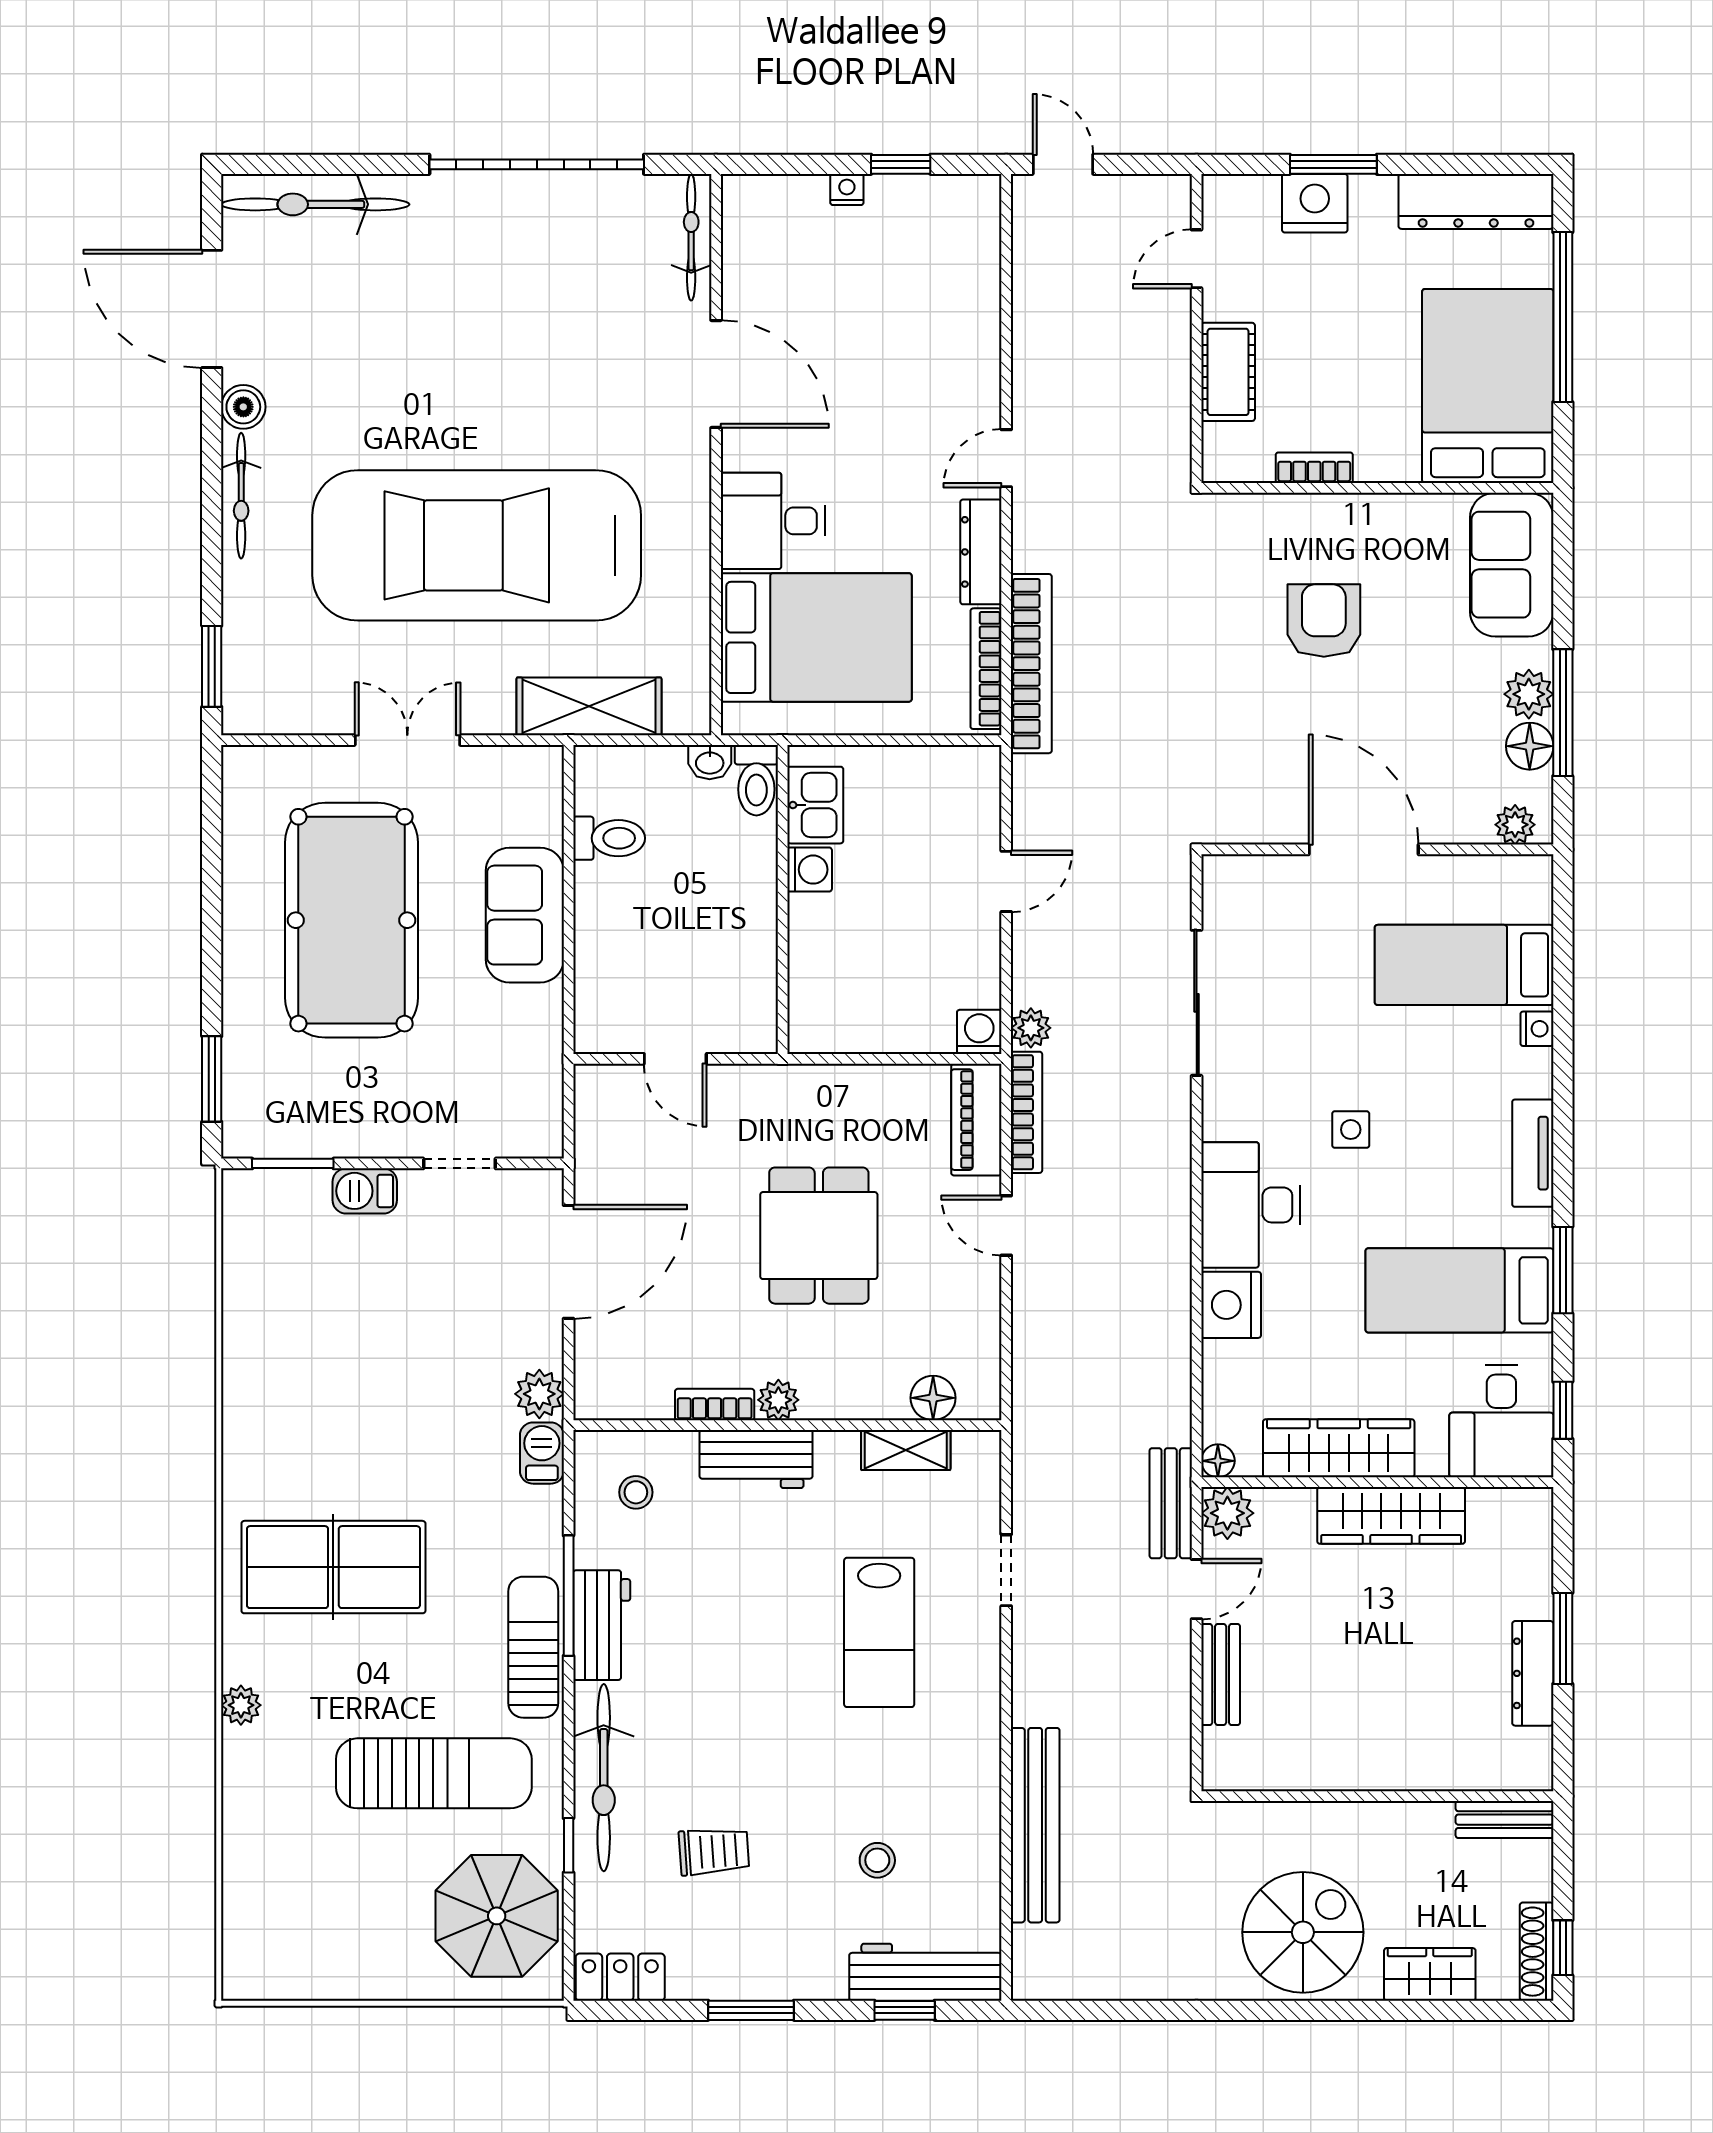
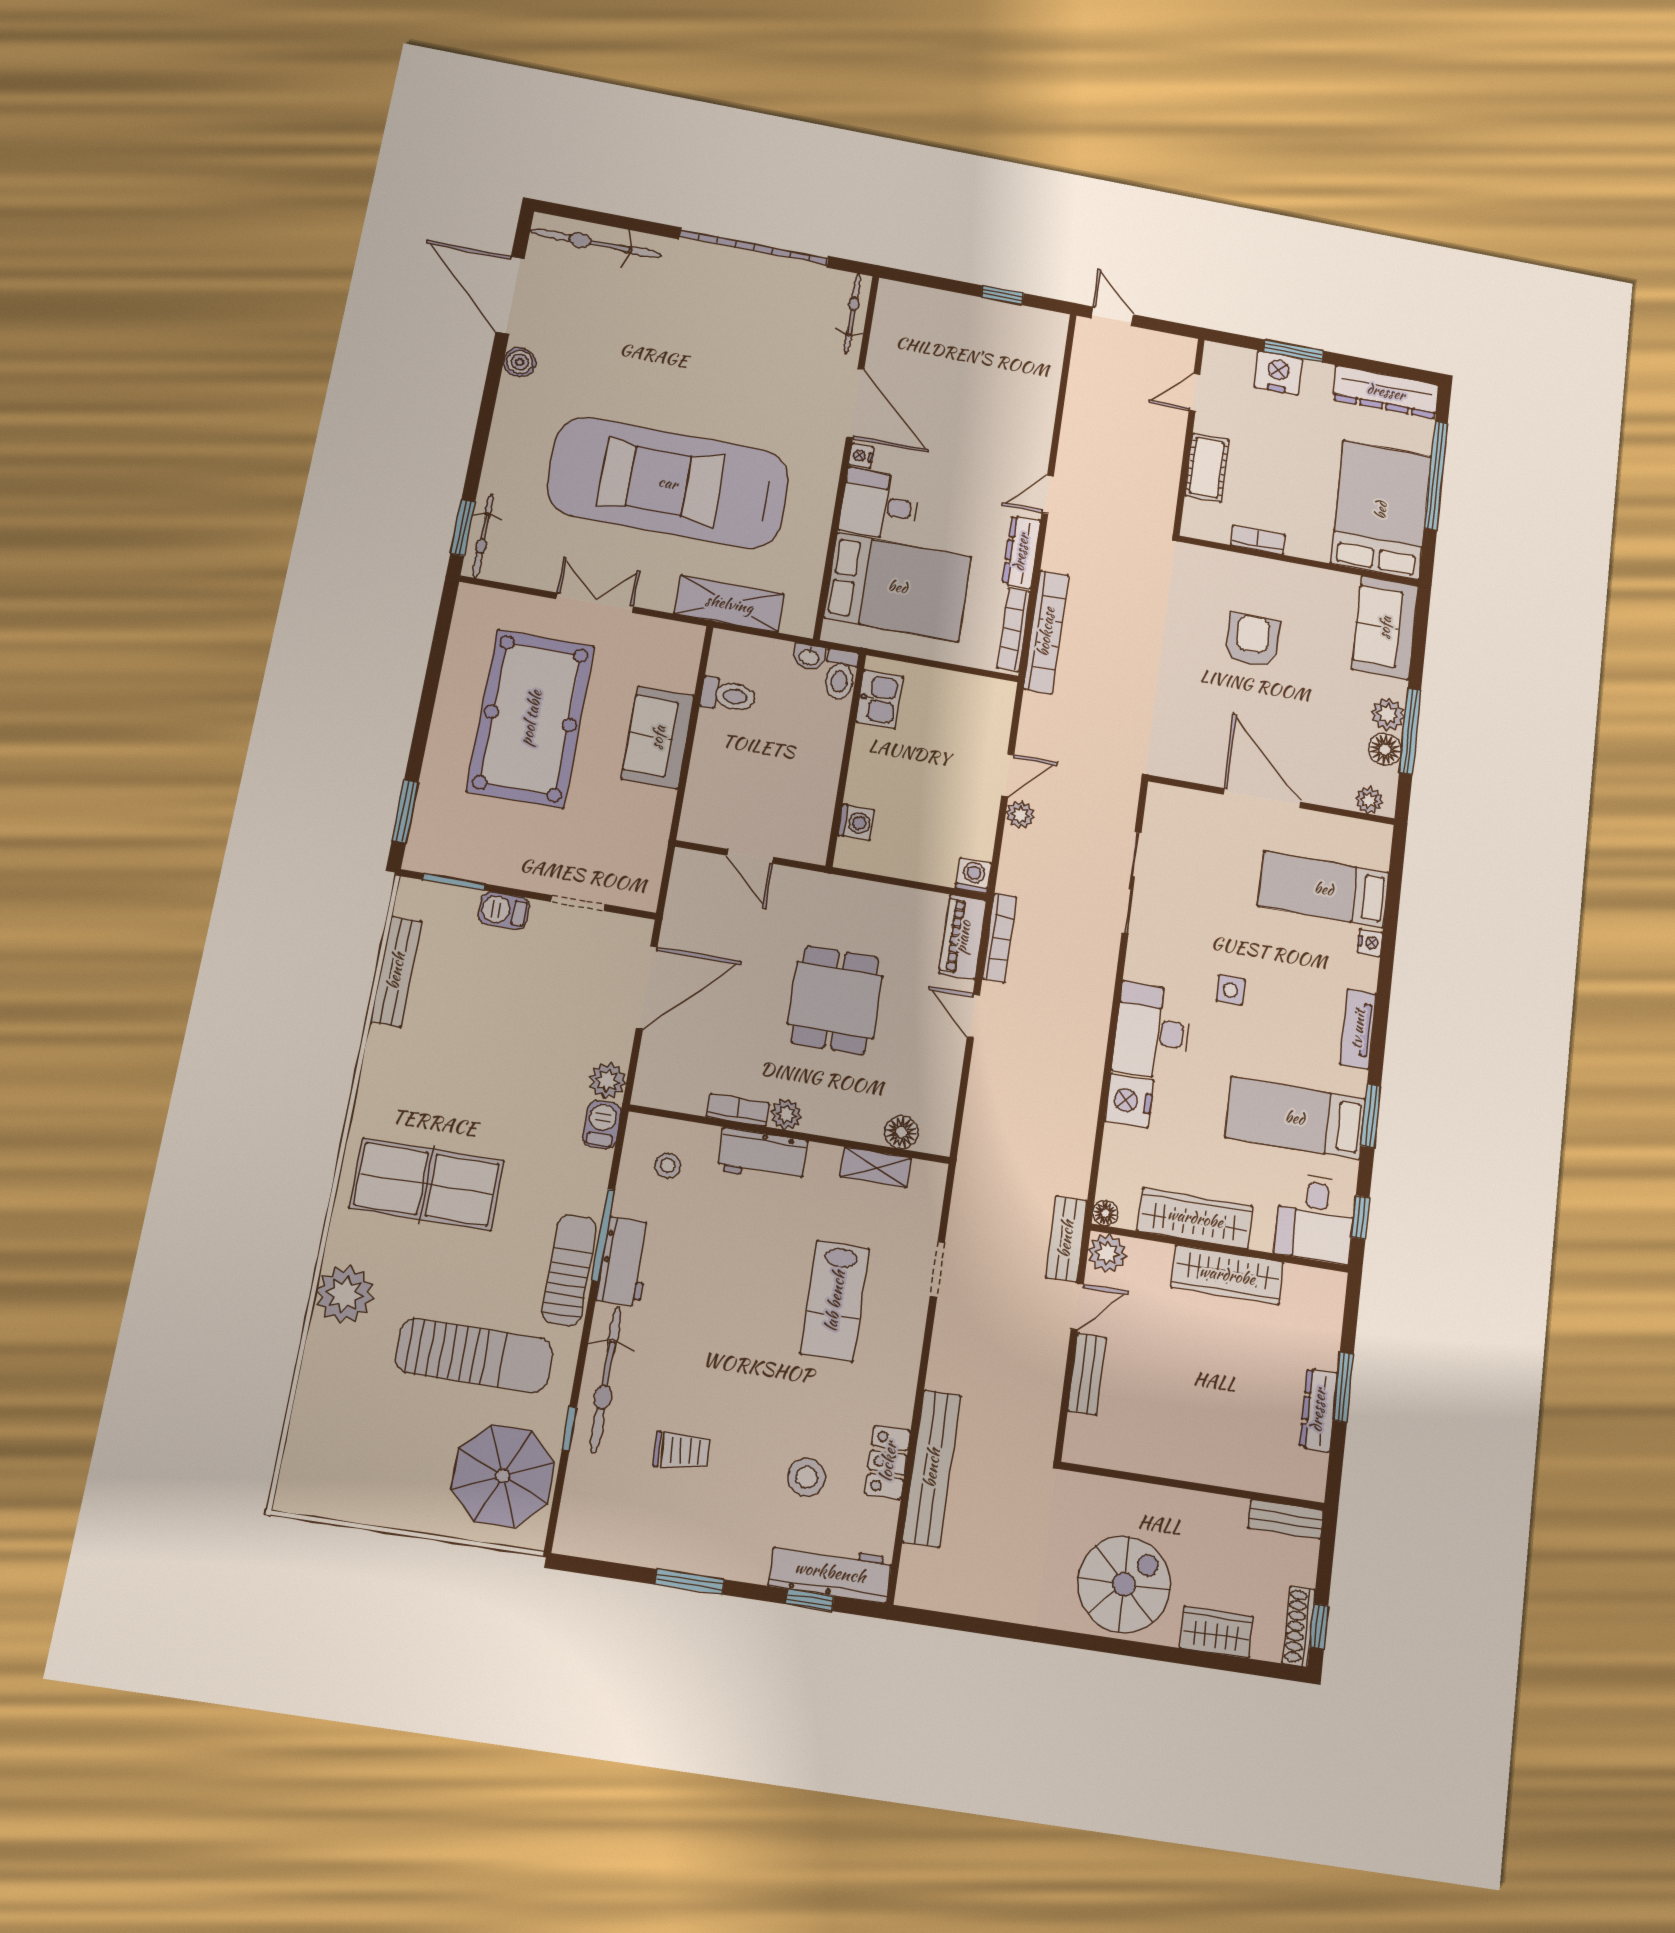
nightstand: (847, 190) -> (861, 456), moved, turned -90
bicycle: (241, 496) -> (483, 536), moved
washing machine: (810, 870) -> (856, 822), moved
plant: (1031, 1028) -> (1020, 815), moved
bench: (242, 1297) -> (396, 971), added
plant: (241, 1705) -> (345, 1294), width x1.88, depth x1.88
stool: (877, 1860) -> (807, 1477), width x1.37, depth x1.37
locker: (620, 1977) -> (888, 1462), moved, turned -90

